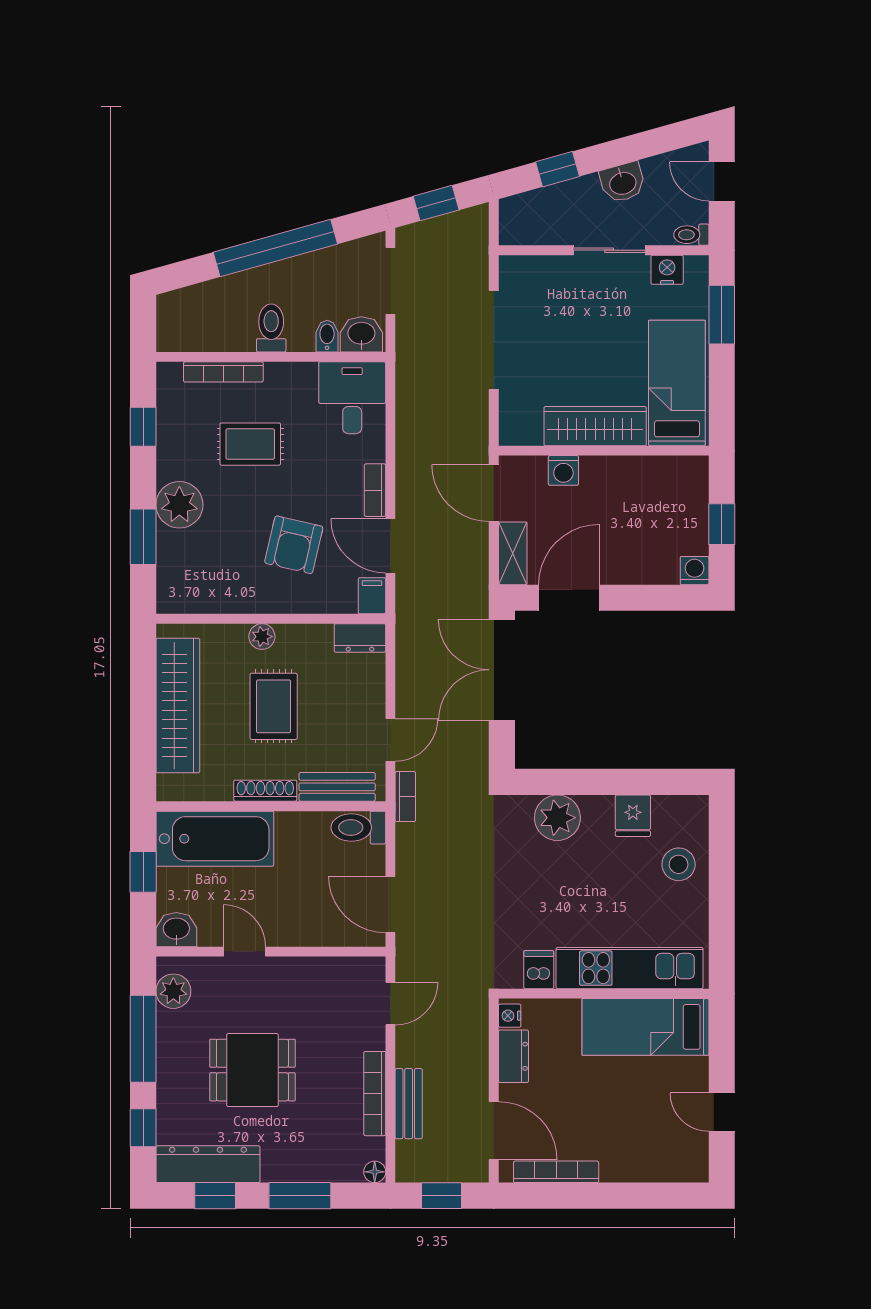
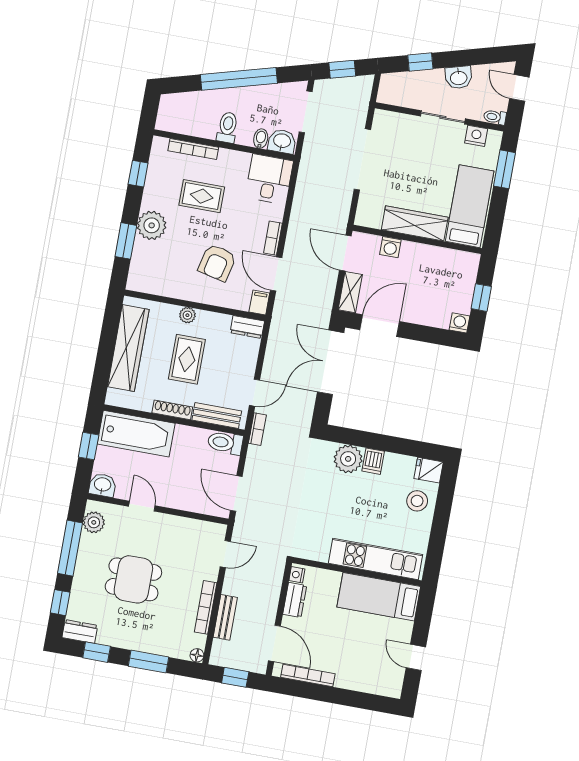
fridge: (633, 816) -> (429, 470), moved, turned 90
dishwasher: (539, 970) -> (373, 461), moved, turned 180
dresser: (208, 1164) -> (80, 631), width x0.51, depth x0.80

